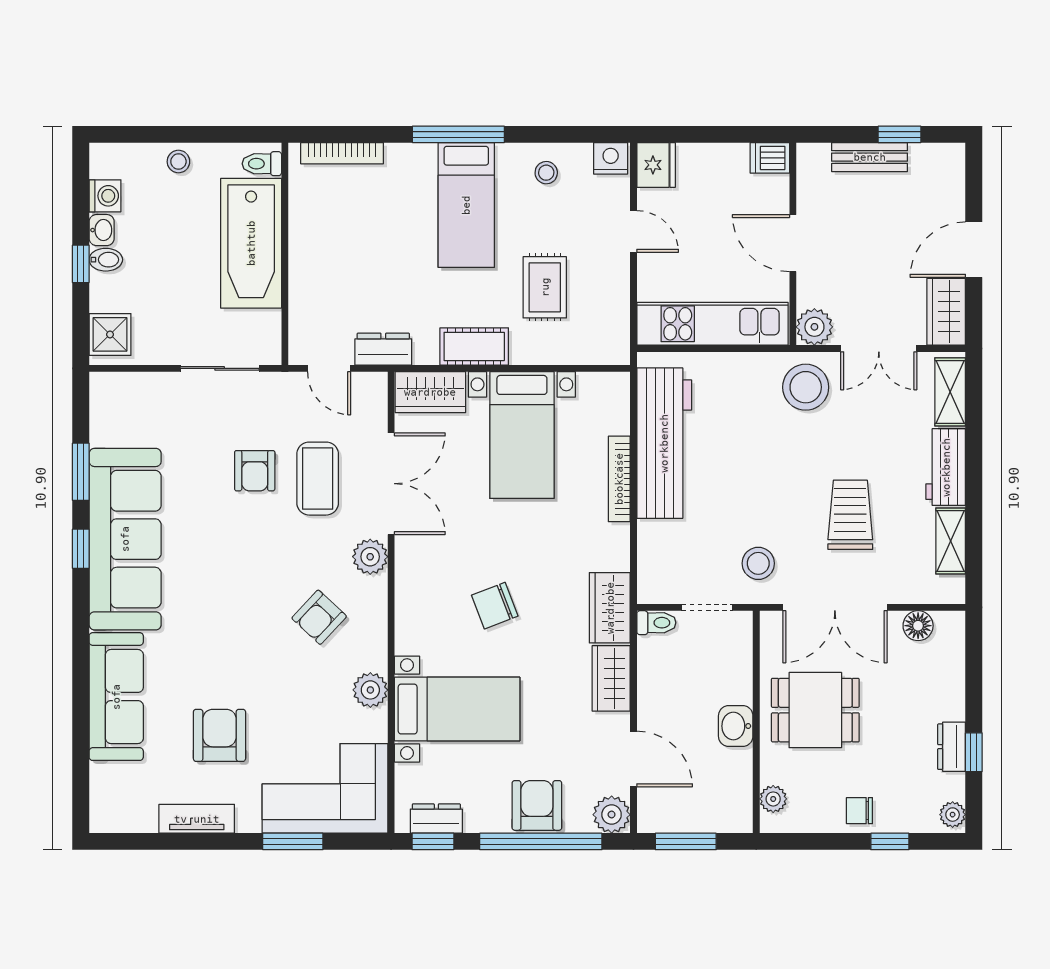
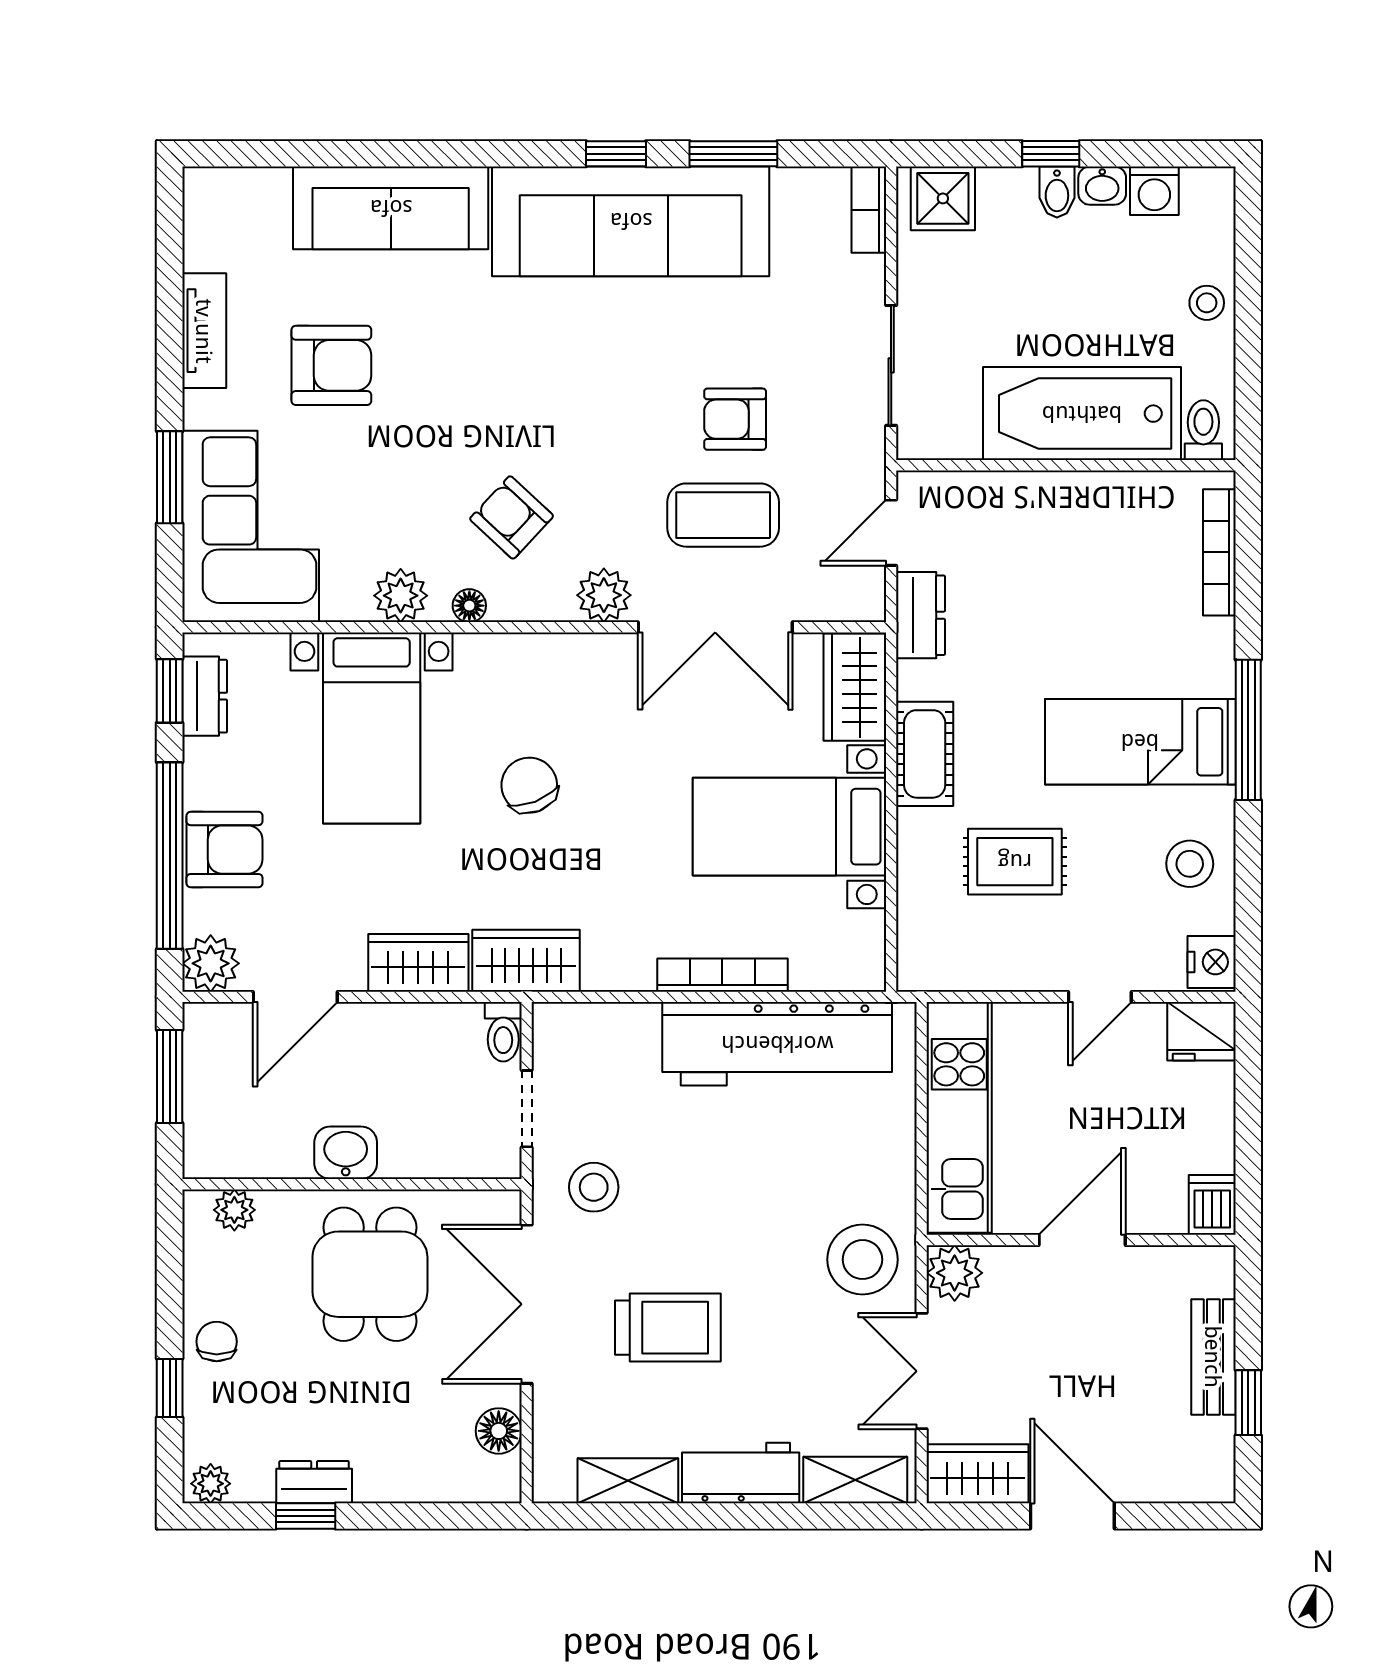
stool: (546, 173) -> (1190, 864), width x1.37, depth x1.37
bookcase: (117, 383) -> (869, 210), added
floor lamp: (377, 645) -> (469, 606), added

